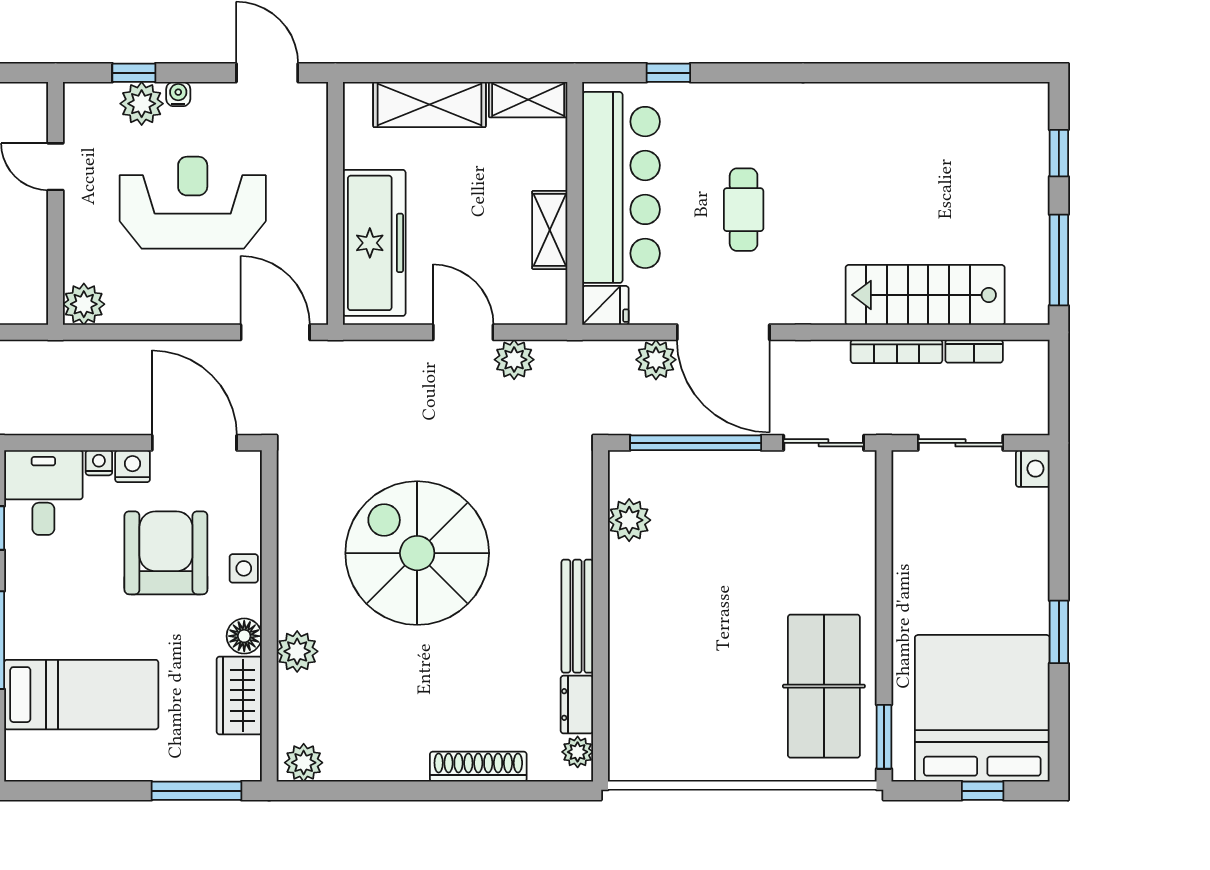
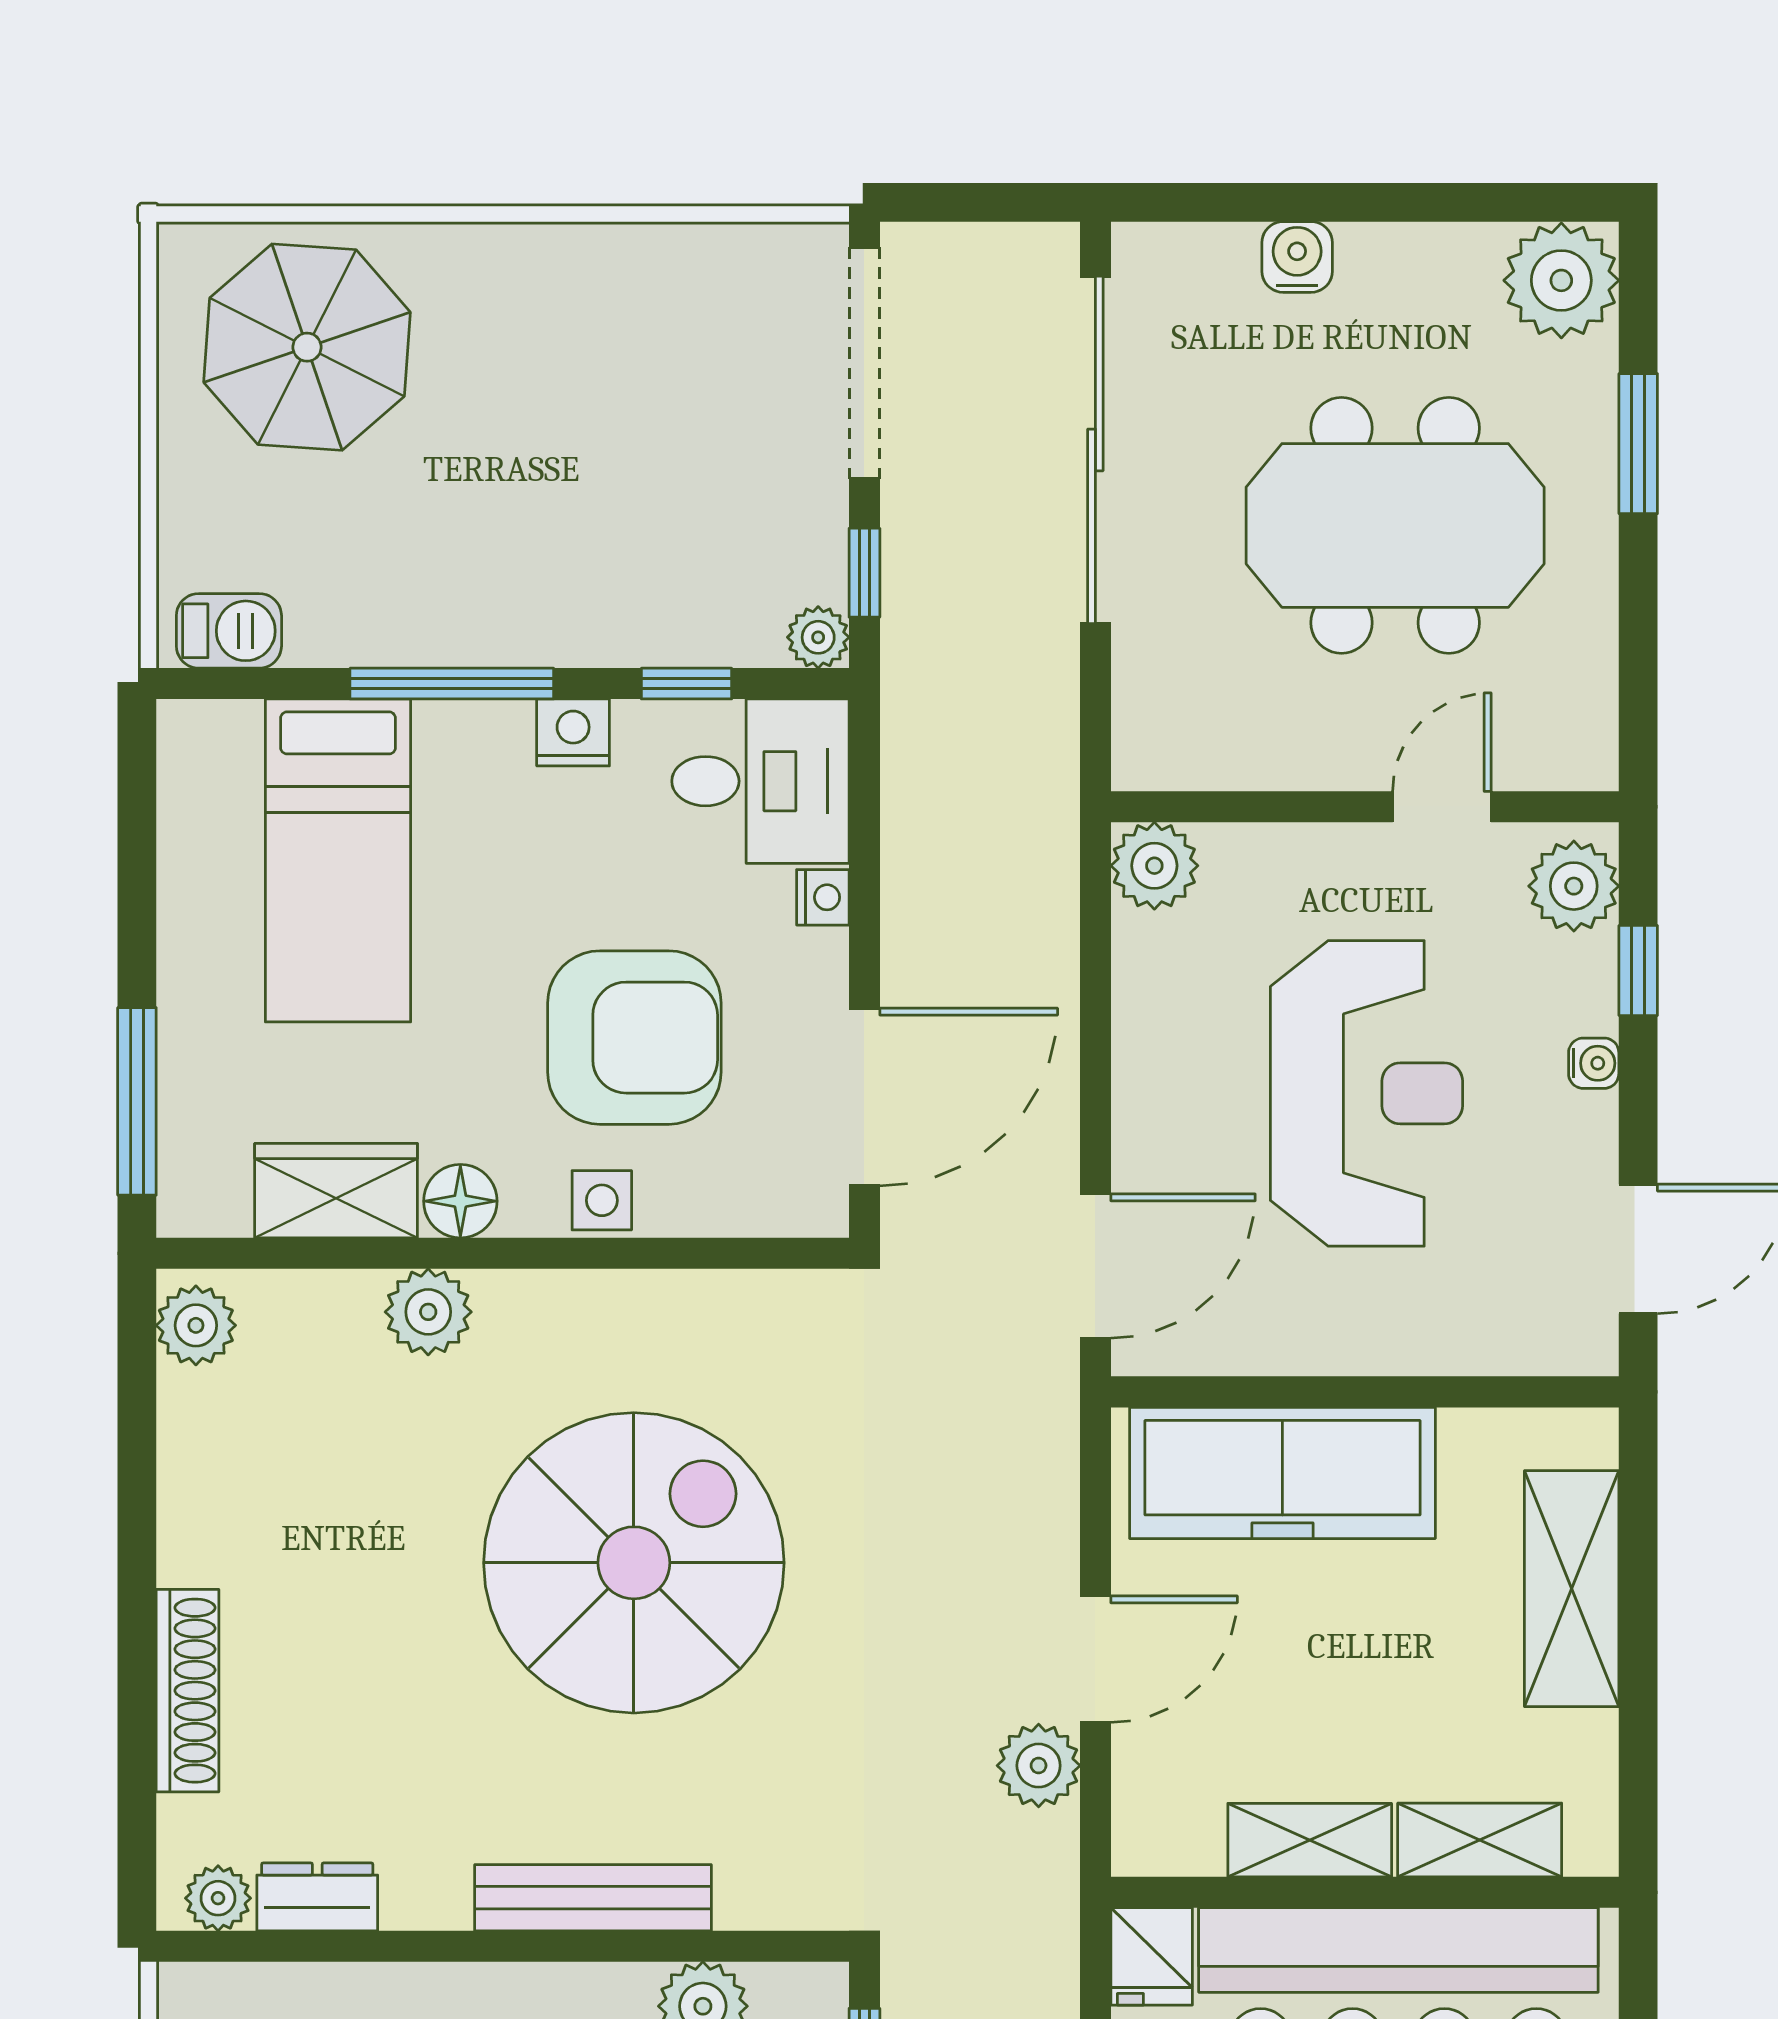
shelving: (528, 100) -> (1480, 1840), moved, turned 90
plant: (142, 104) -> (1574, 886), moved
nightstand: (133, 466) -> (573, 732), moved, turned -90
bench: (577, 616) -> (593, 1898), moved

